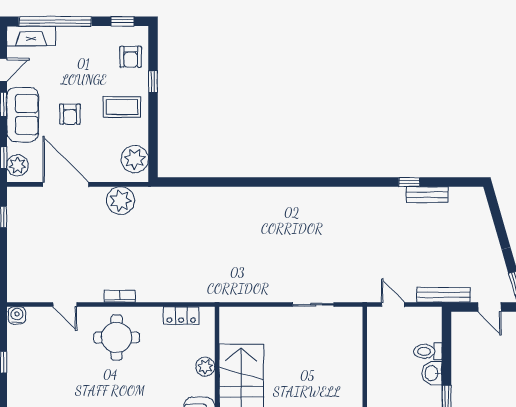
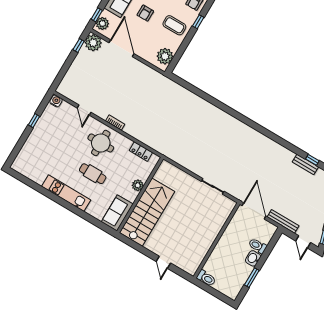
window: (409, 182) -> (312, 160), moved
plant: (121, 201) -> (93, 43), moved
door: (393, 305) -> (254, 211), width x1.87
cafe table: (131, 388) -> (93, 174), added

